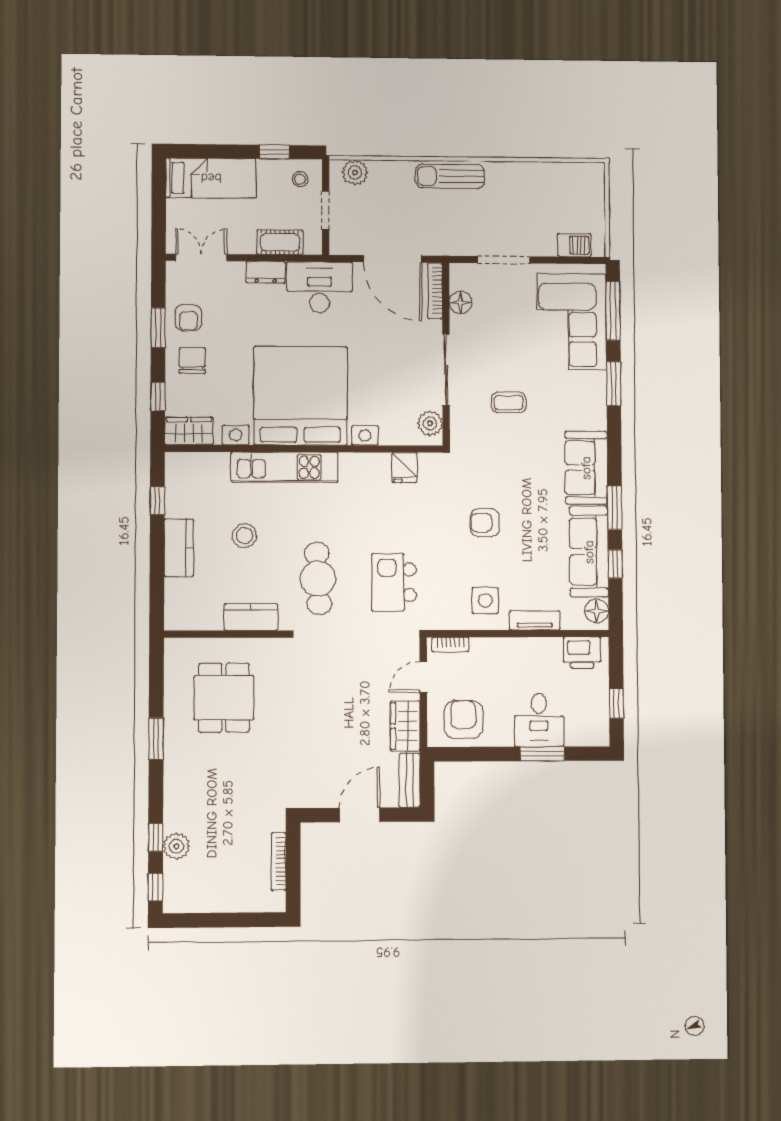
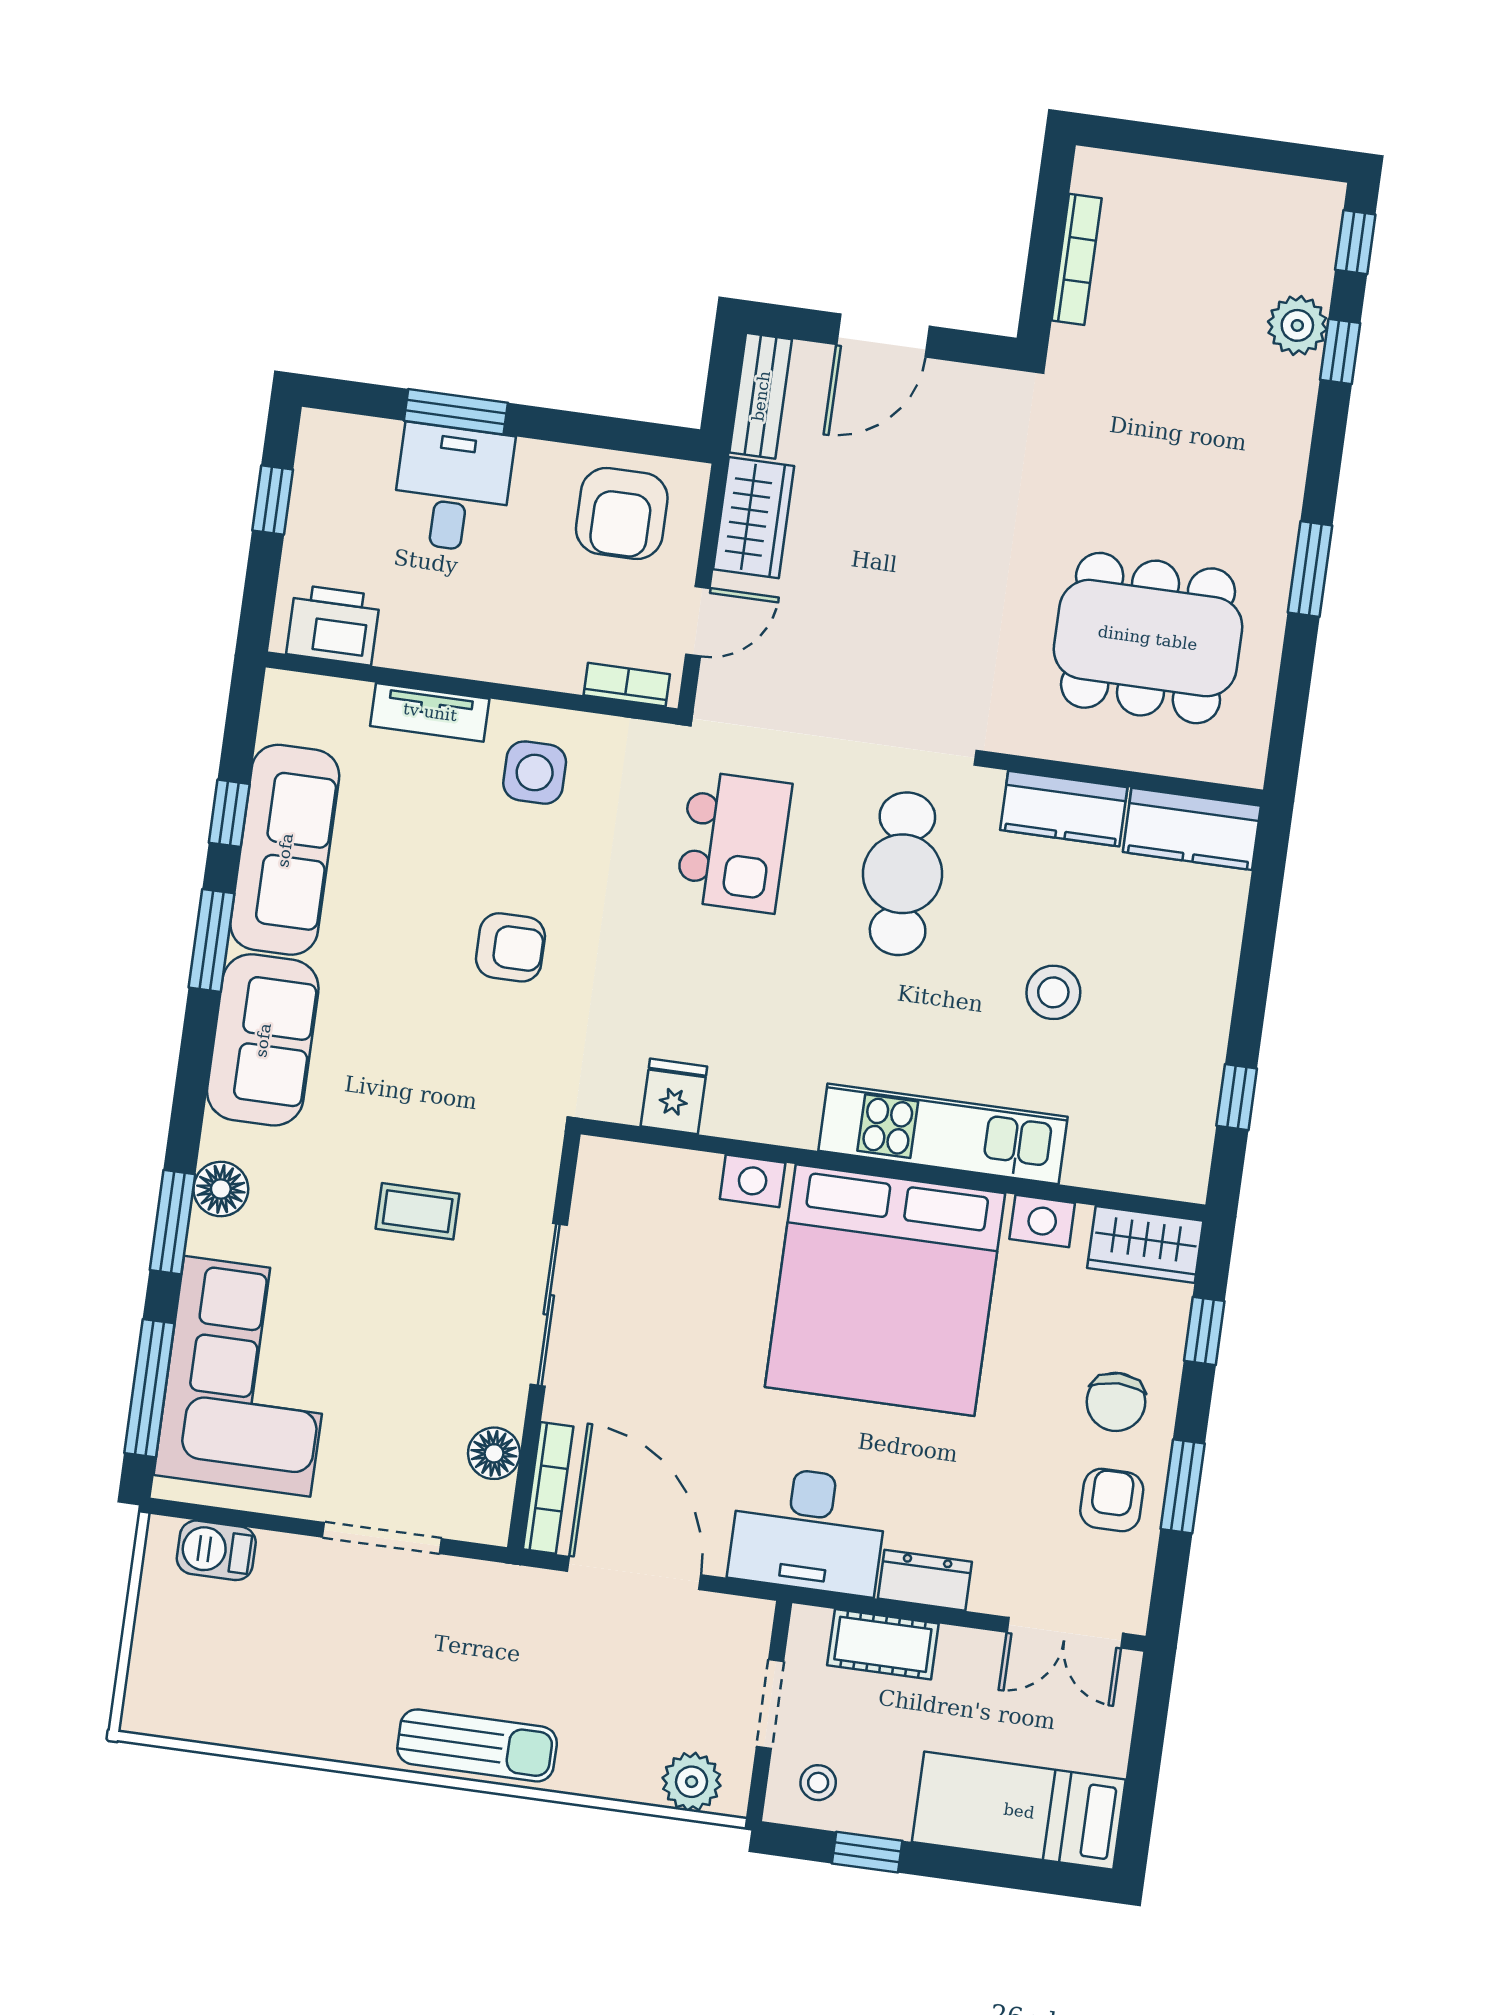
plant: (430, 423) -> (602, 1188), removed
kitchen counter: (179, 548) -> (1192, 829), moved, turned -90
floor lamp: (597, 611) -> (221, 1189), moved
dining table: (224, 698) -> (1148, 638), width x1.38

